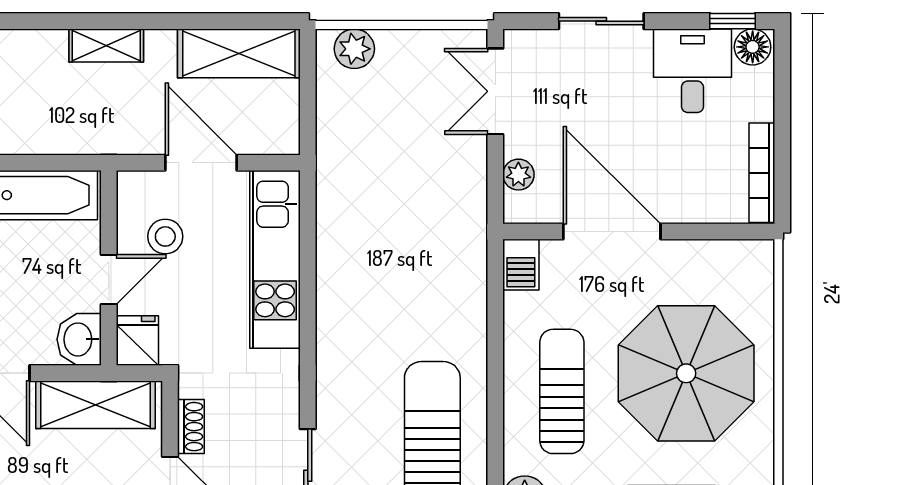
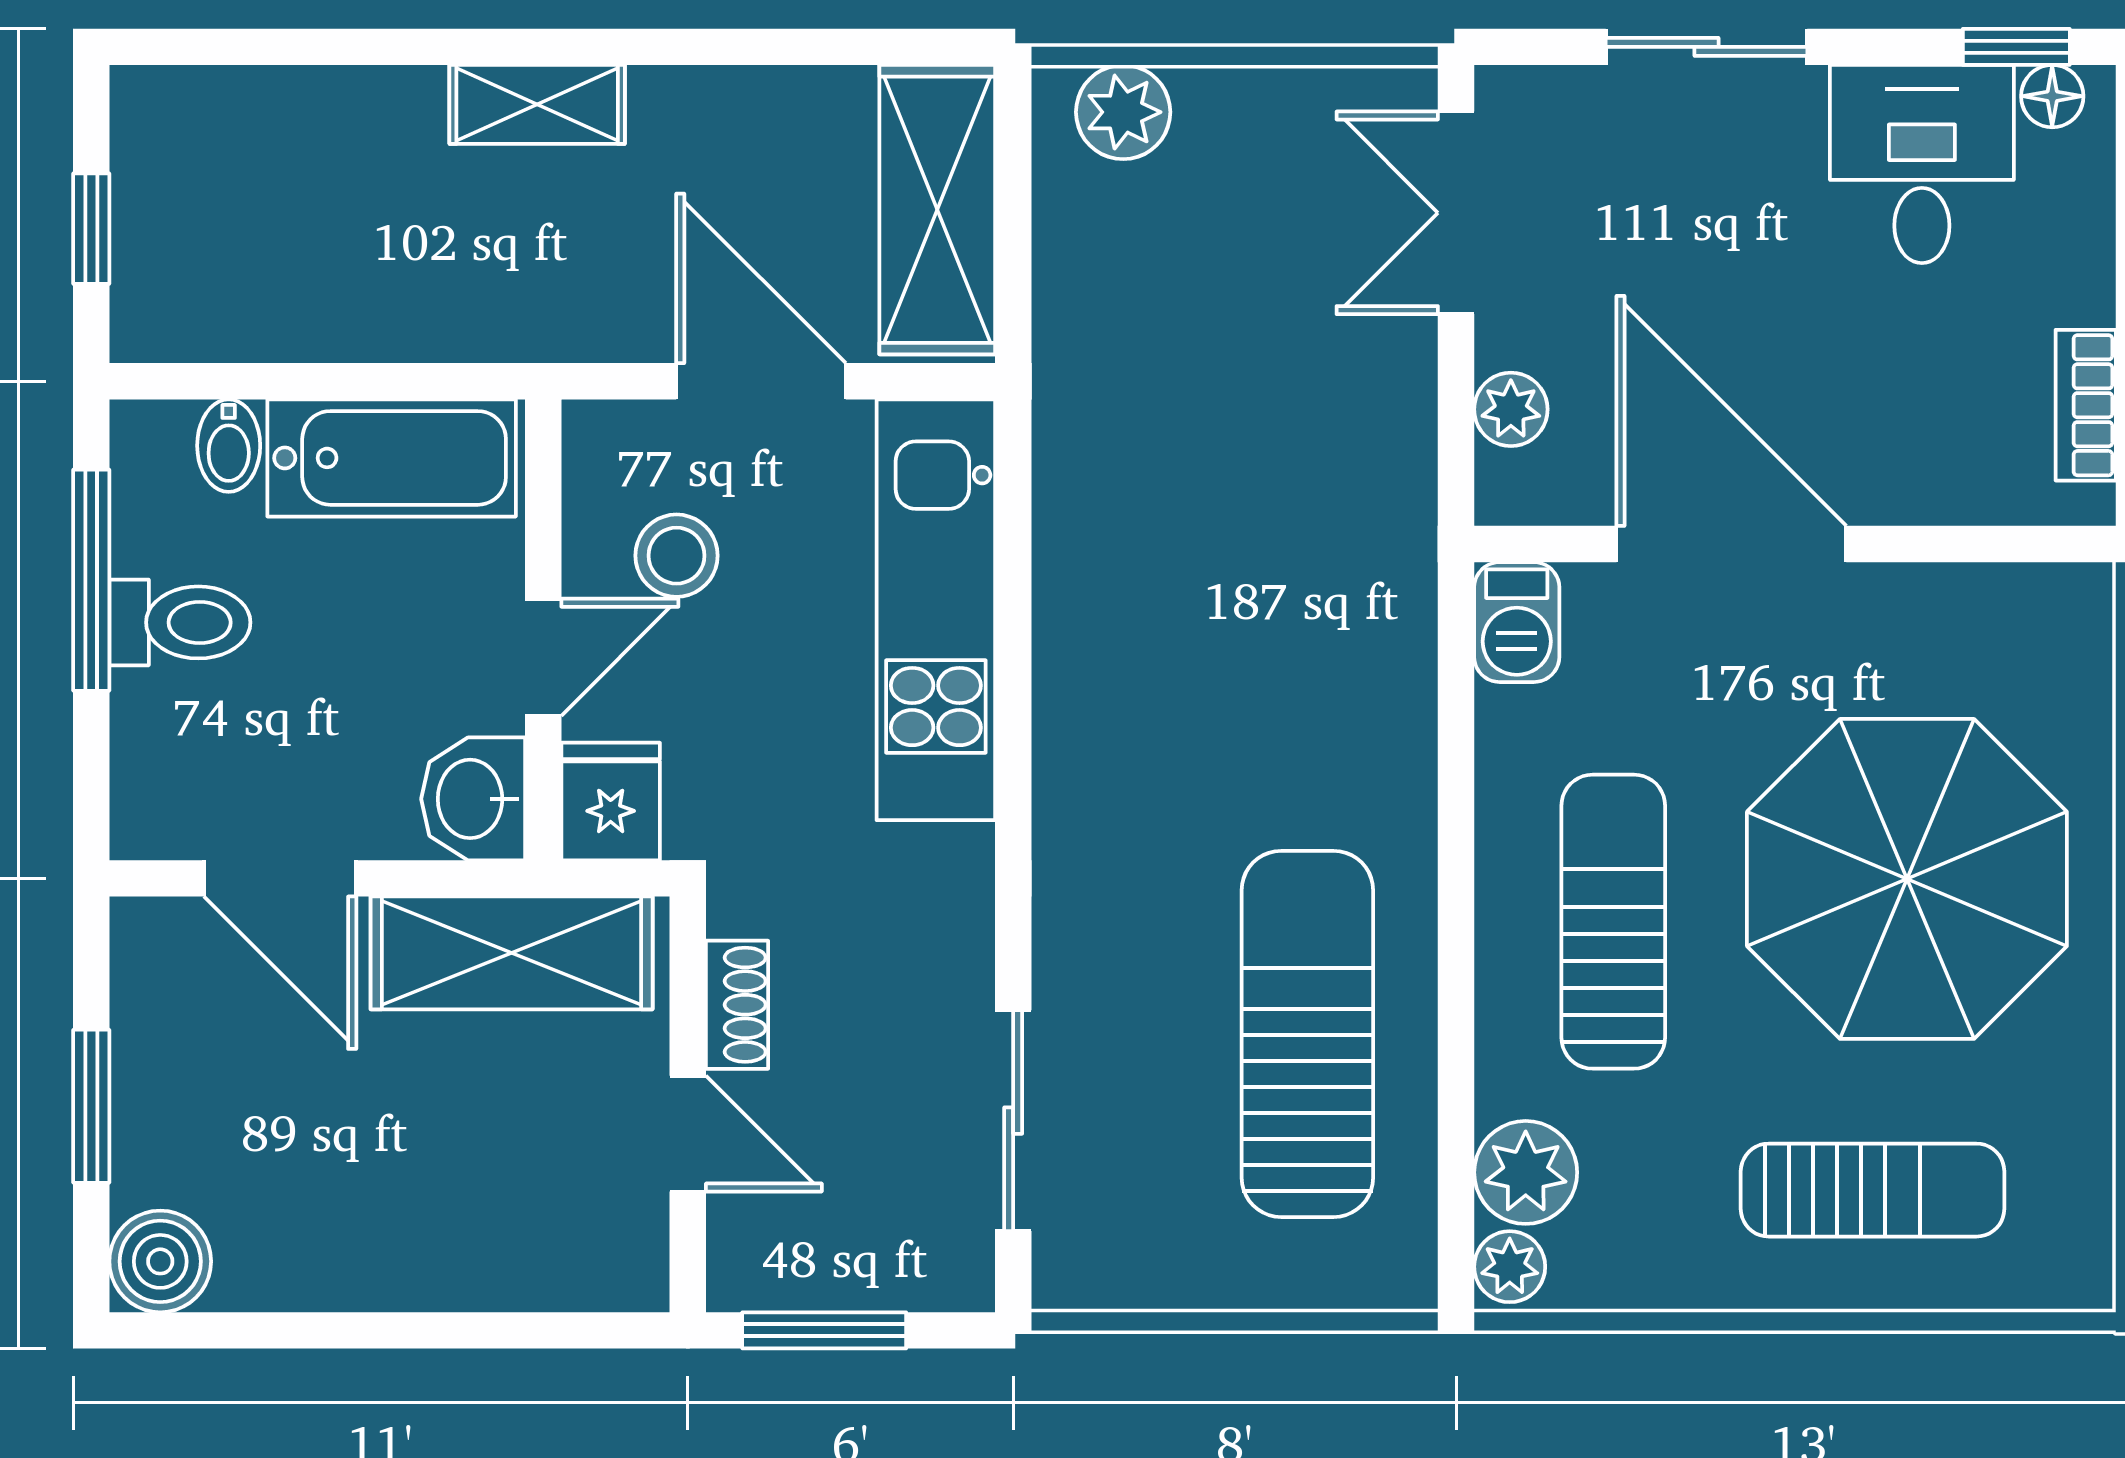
floor lamp: (753, 47) -> (2052, 96), width x0.73, depth x0.73
shelving: (239, 53) -> (937, 210), moved, turned 90
bookcase: (762, 173) -> (2086, 405), width x0.64

